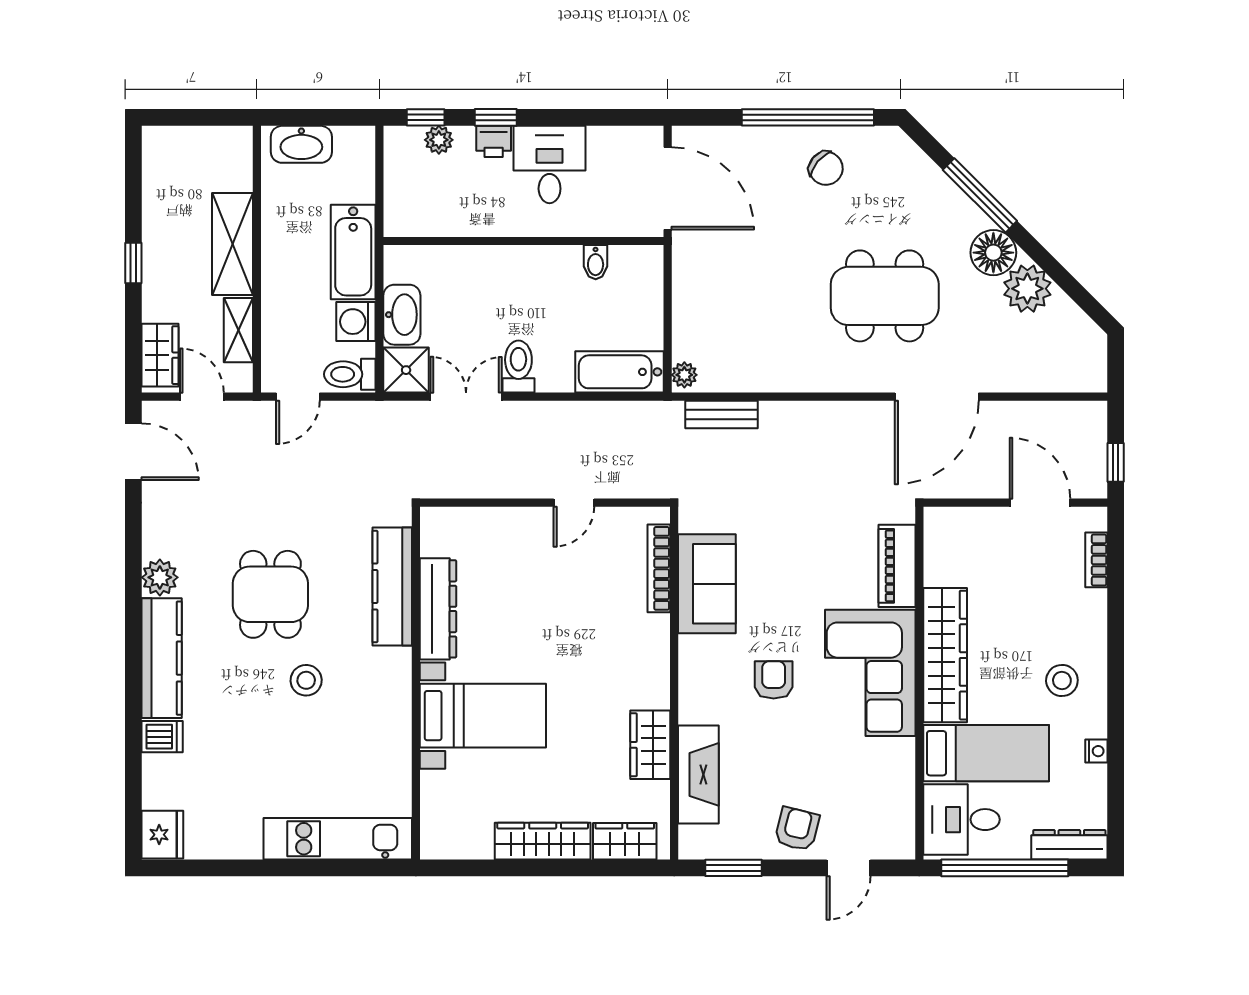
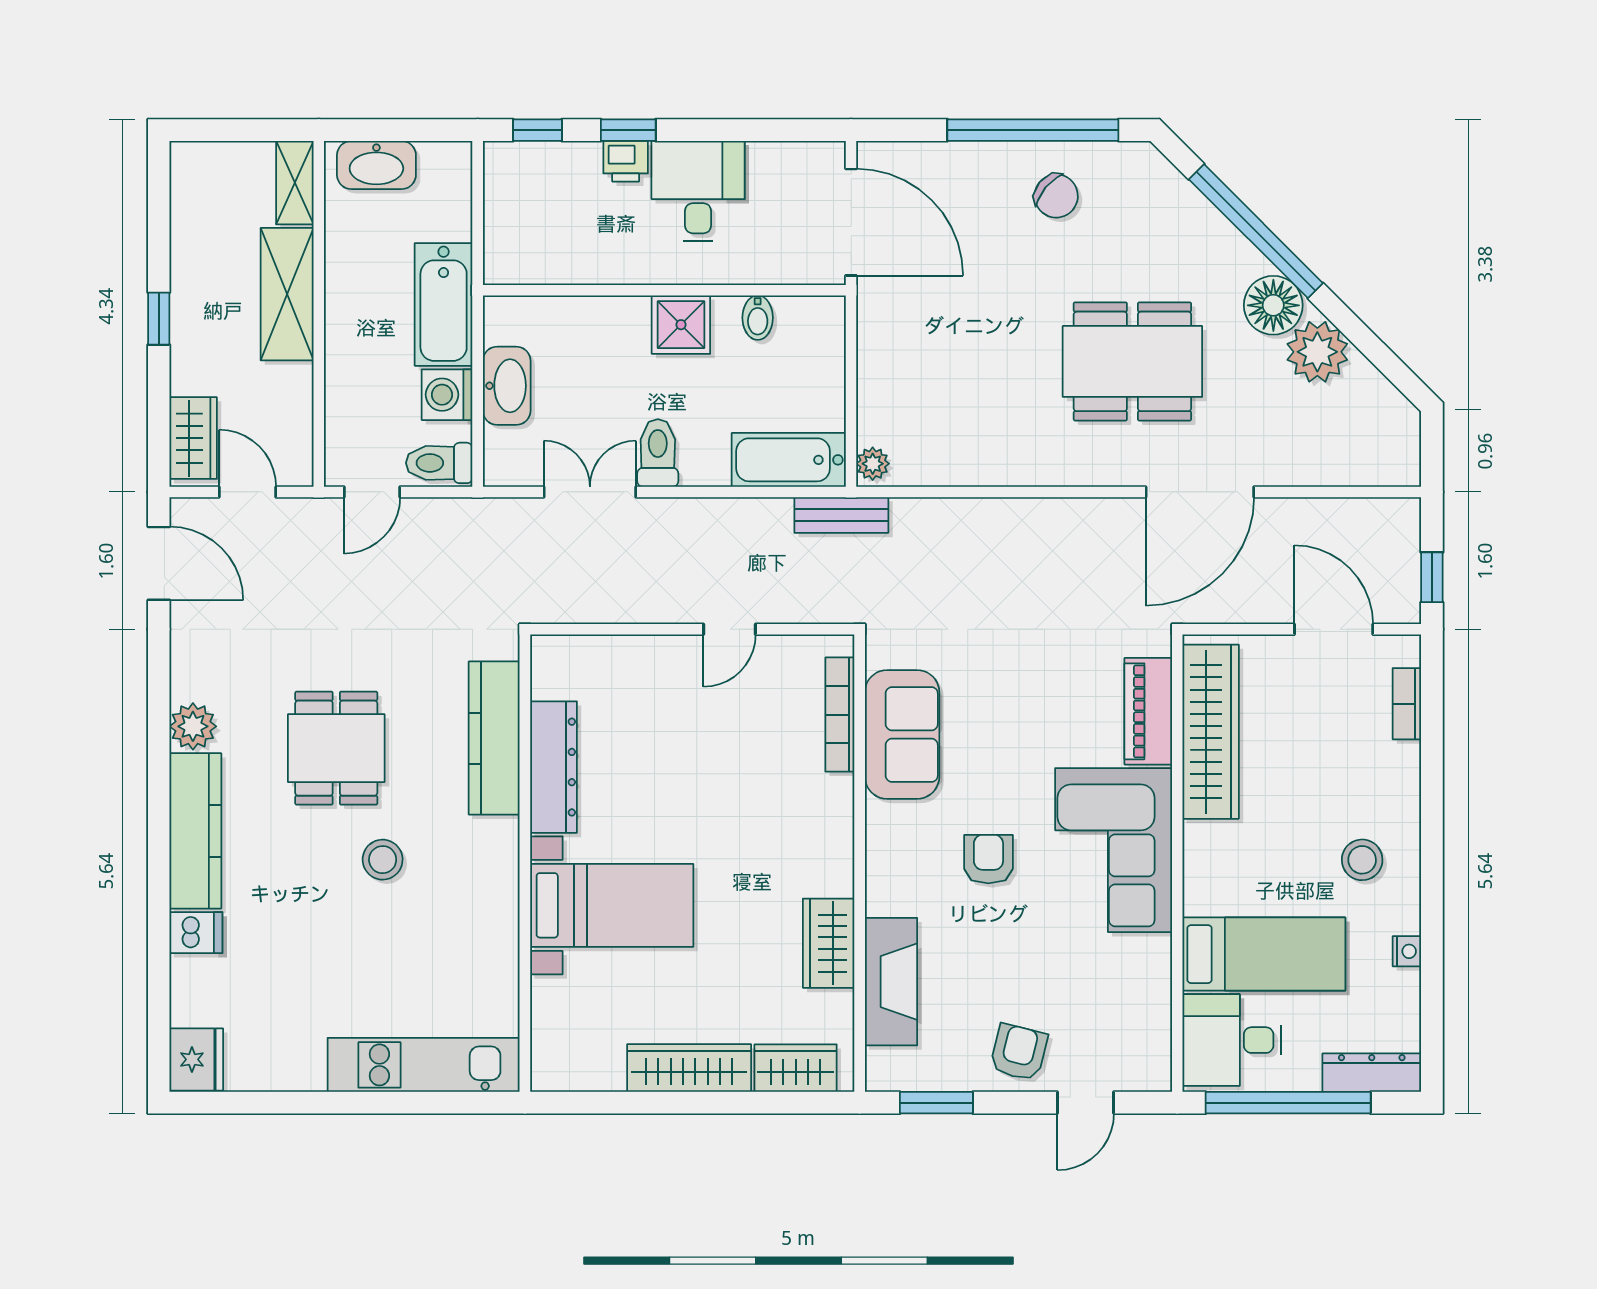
plant: (439, 140) -> (555, 159), removed
window: (980, 195) -> (1256, 231), width x1.46
shelving: (238, 330) -> (295, 183), moved
shower: (406, 370) -> (681, 325), moved
bench: (721, 414) -> (841, 515), moved
wardrobe: (945, 655) -> (1211, 732), moved

